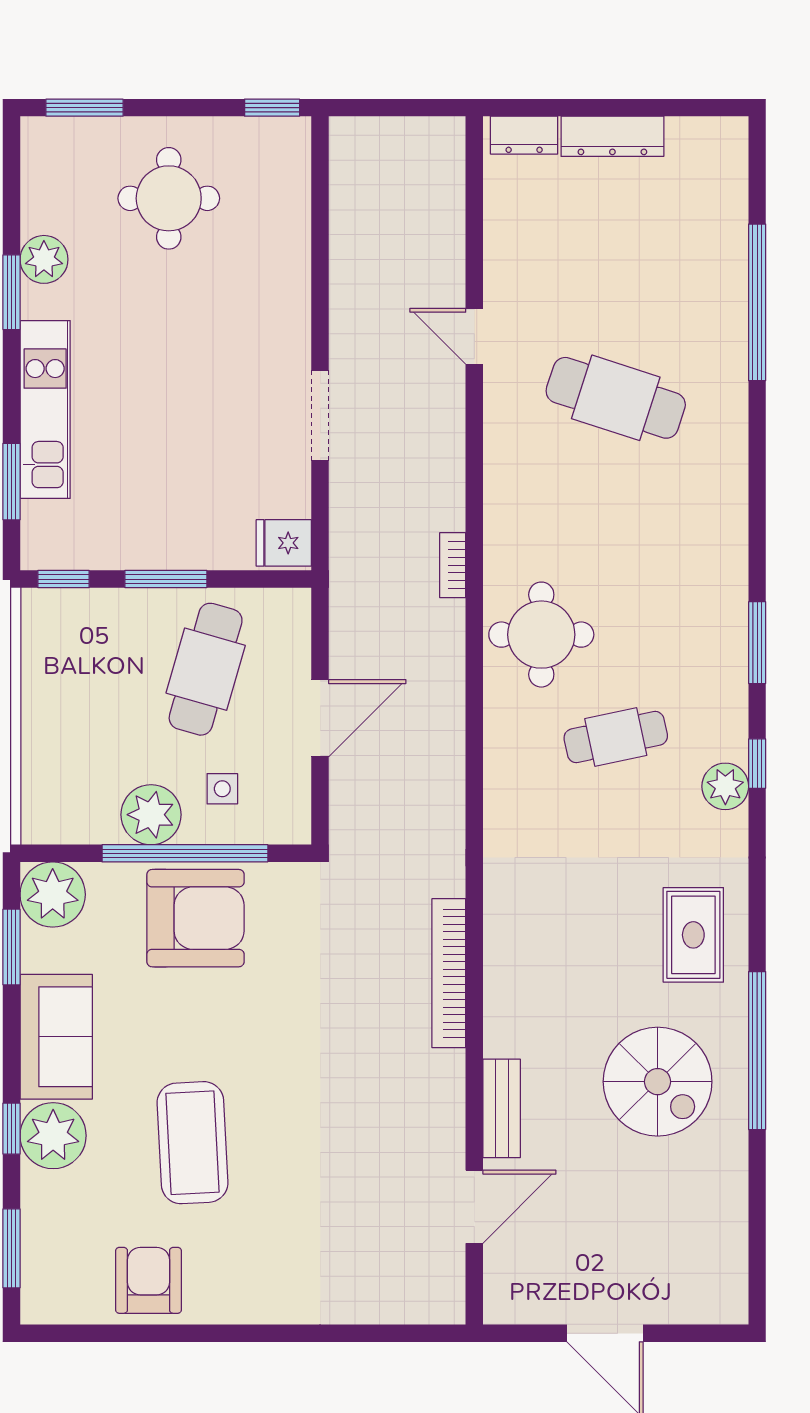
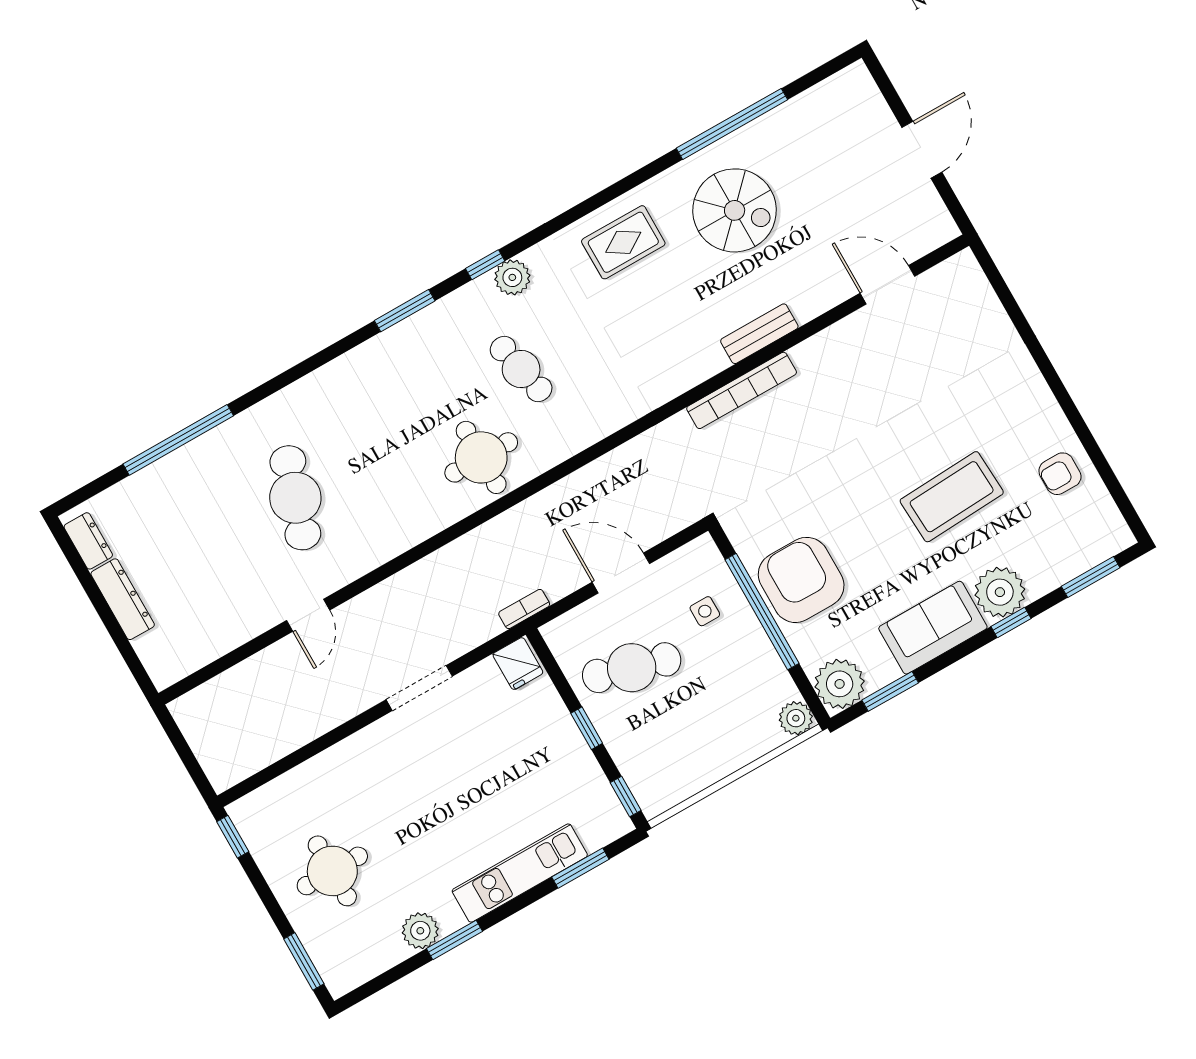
dresser: (524, 135) -> (88, 541), moved
bookcase: (453, 565) -> (524, 609), moved, turned 180
window: (166, 579) -> (587, 728), width x0.67
plant: (151, 815) -> (796, 718), moved, width x0.73, depth x0.73
window: (757, 1051) -> (732, 124), moved
spiral stairs: (658, 1082) -> (735, 210), turned 90
bench: (502, 1108) -> (759, 334), moved
armchair: (148, 1280) -> (1060, 474), width x0.72, depth x0.72

